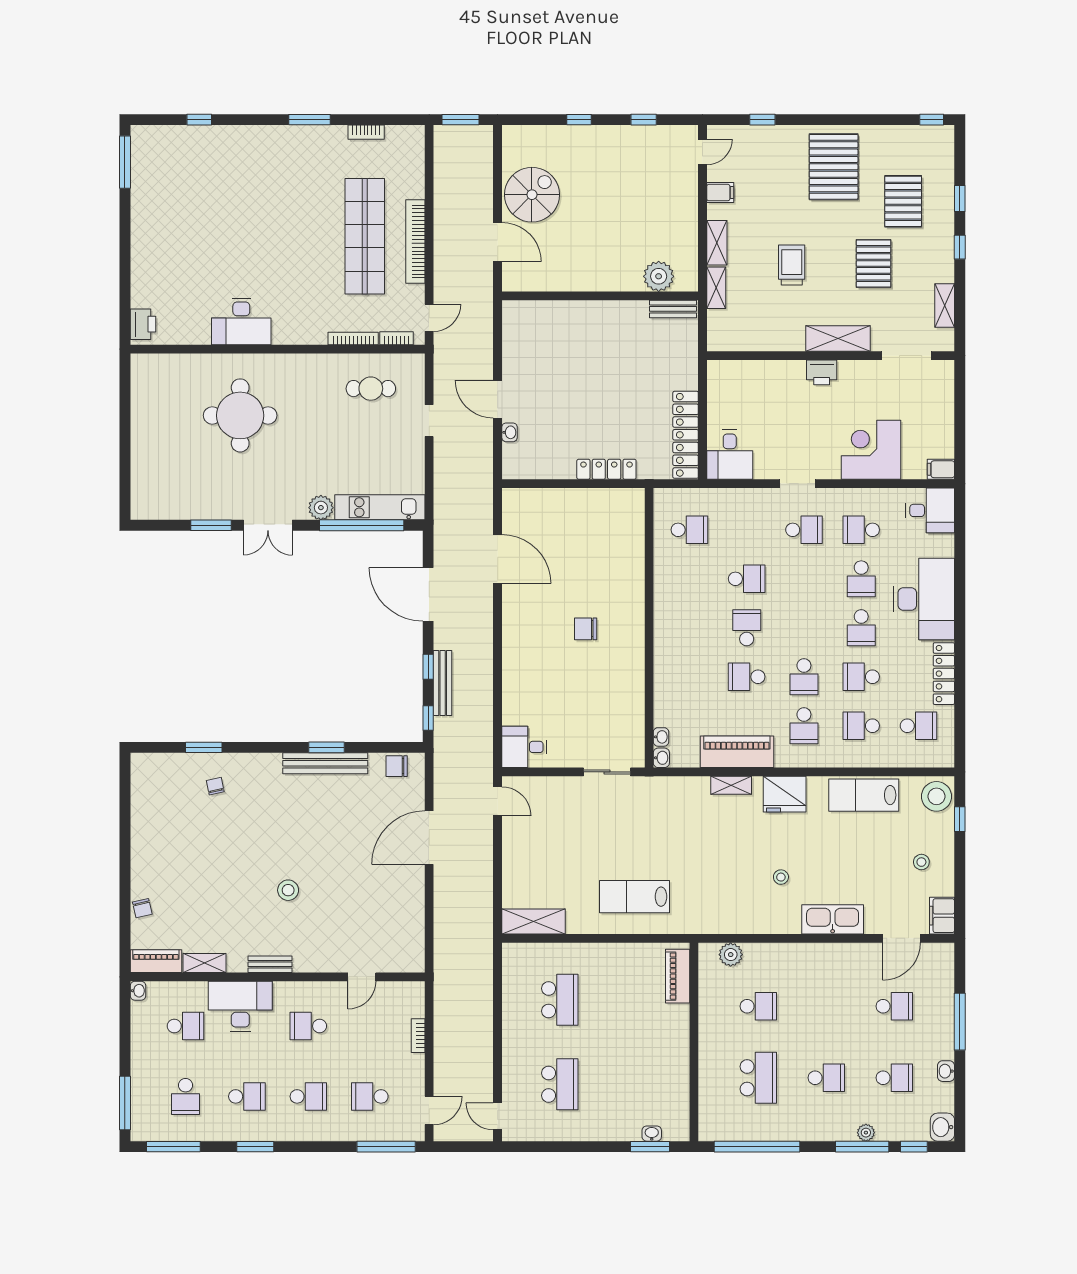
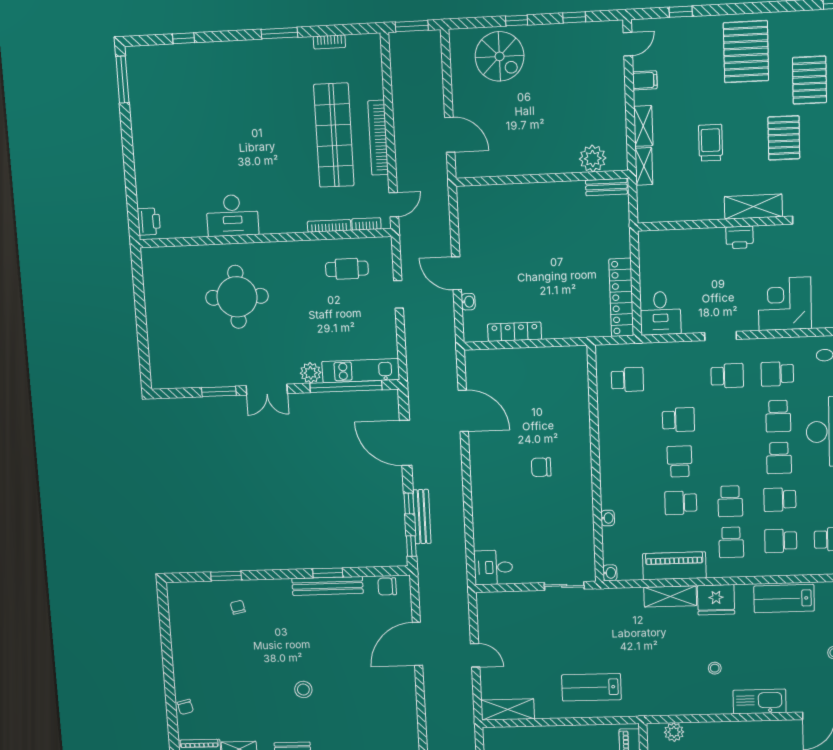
spiral stairs: (532, 195) -> (500, 56), moved, turned 90
locker: (606, 469) -> (515, 332), moved
washbasin: (661, 737) -> (608, 518), moved
shelving: (731, 785) -> (670, 596), width x1.50, depth x1.33
door: (498, 801) -> (475, 655), moved

